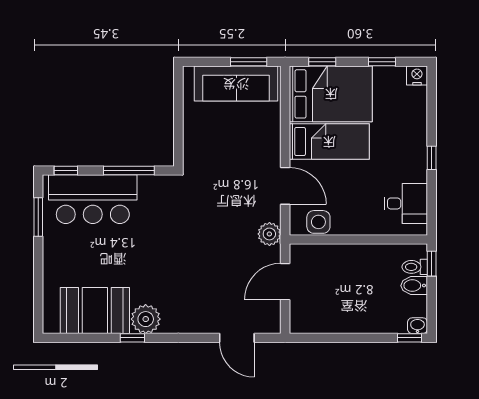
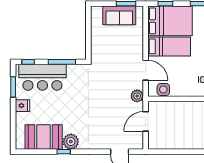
sofa: (236, 84) -> (119, 15), width x0.73
fridge: (56, 252) -> (23, 106), added

